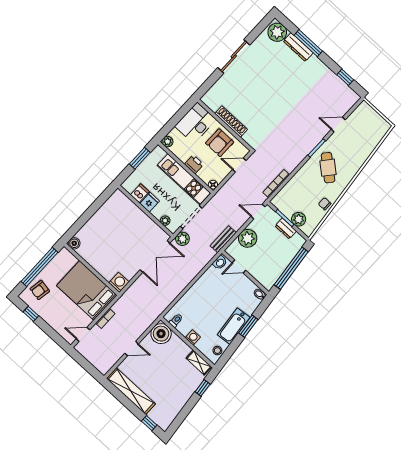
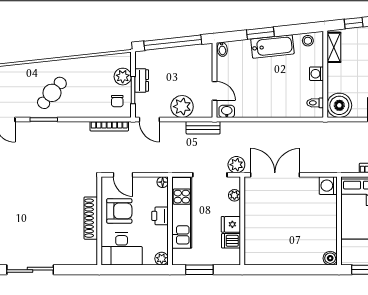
chair: (325, 204) -> (117, 101), moved

